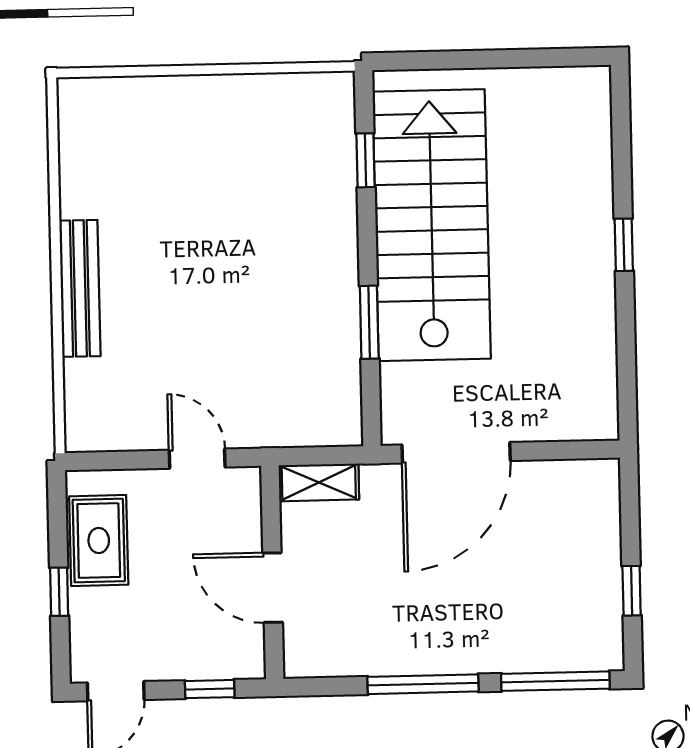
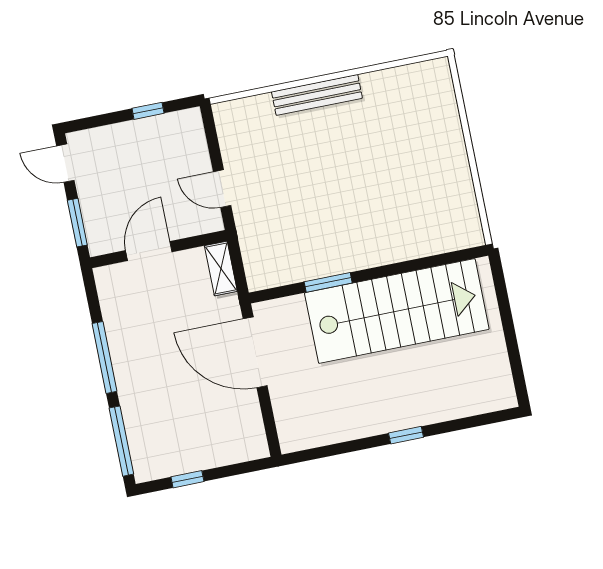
window: (365, 160) -> (430, 262), removed
door: (197, 459) -> (222, 189), swing flipped
rug: (99, 541) -> (159, 135), removed
window: (59, 592) -> (148, 111), moved
window: (210, 689) -> (77, 223), width x1.50

